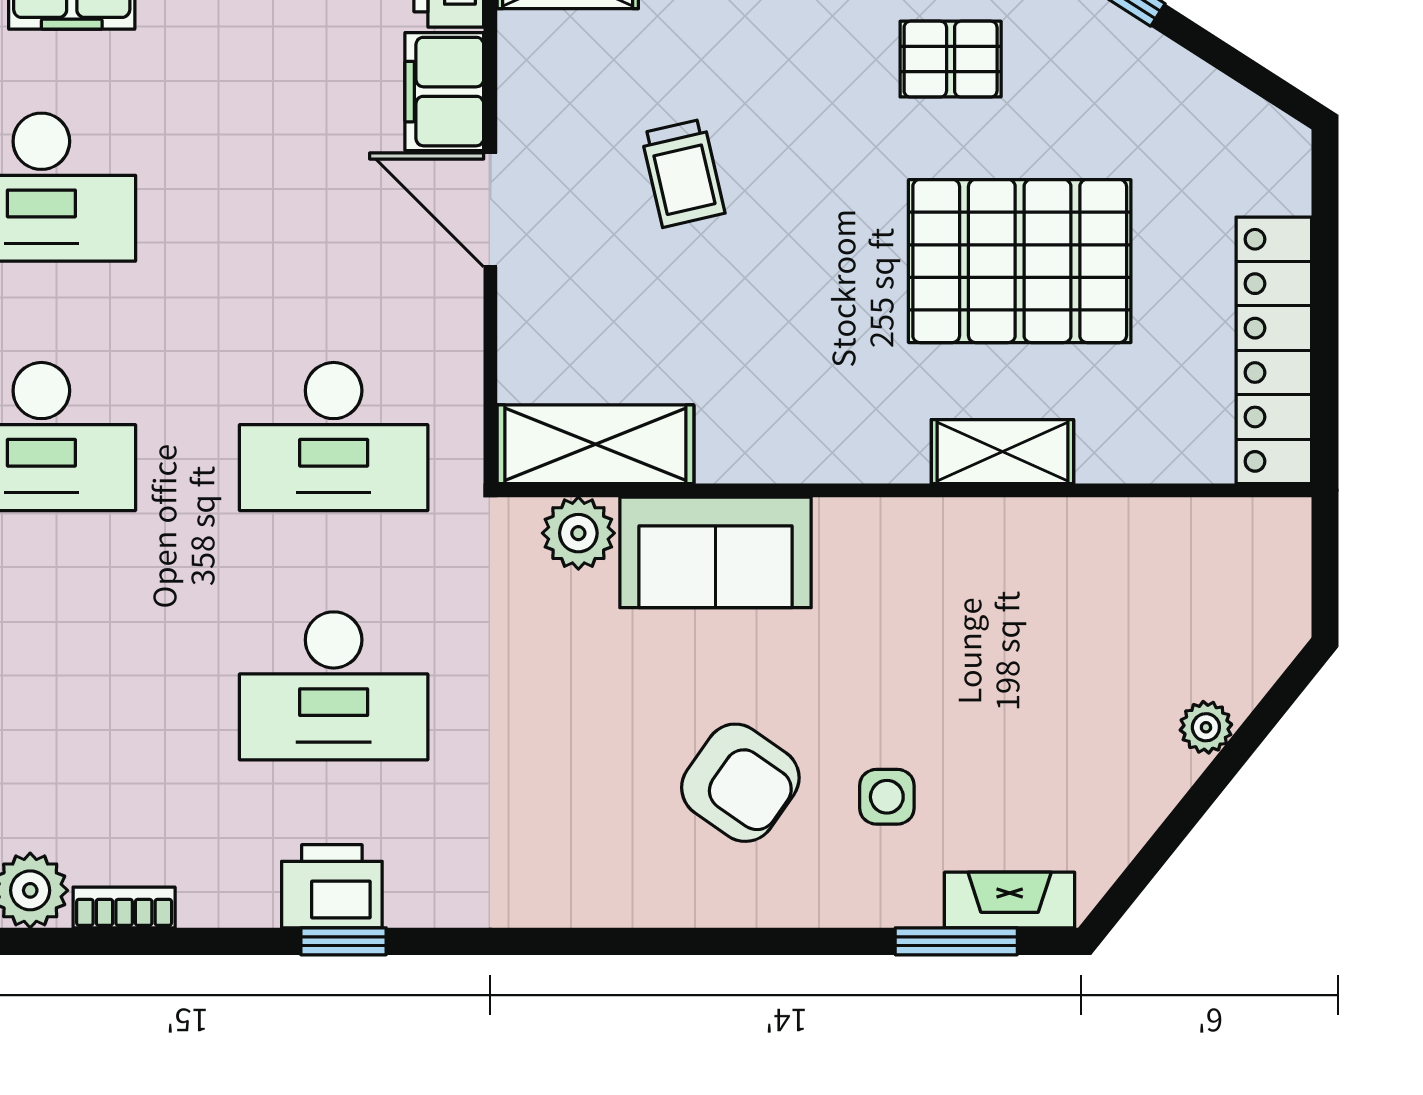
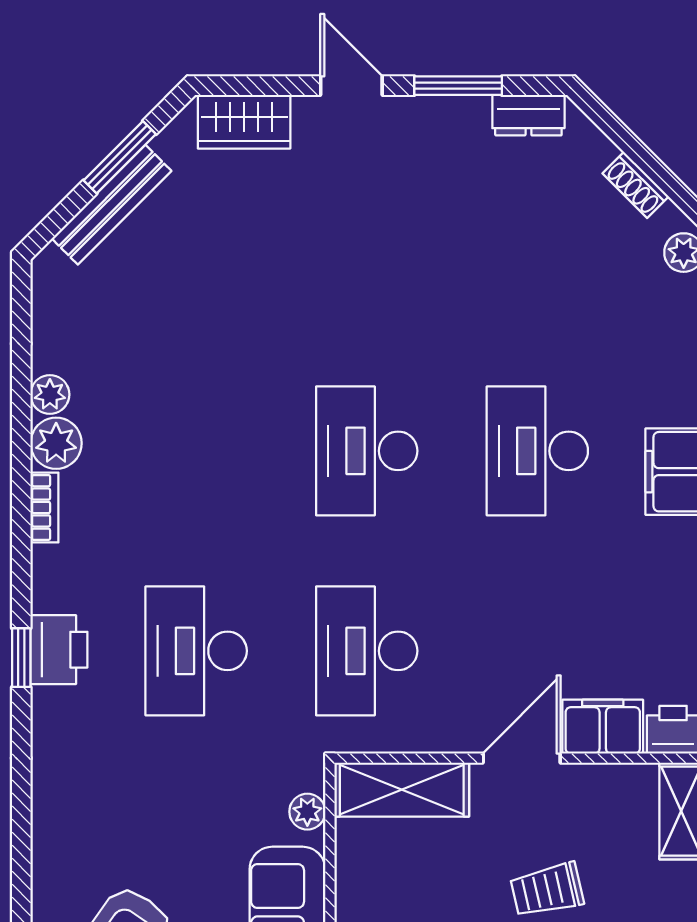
shelving: (595, 444) -> (402, 790), moved, turned 90
plant: (578, 533) -> (307, 812), width x0.73, depth x0.73

